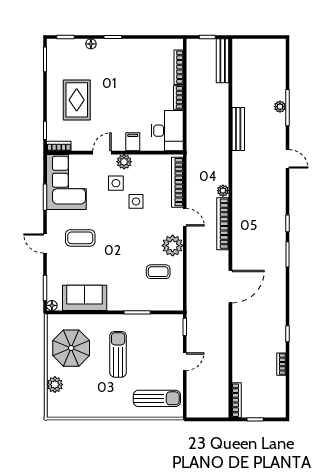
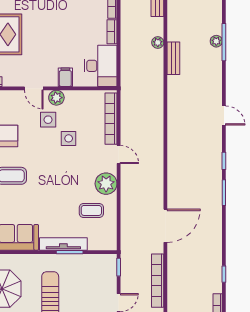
bench: (238, 129) -> (173, 58), width x0.73
door: (102, 153) -> (34, 88), swing flipped
door: (287, 159) -> (224, 115), moved
plant: (223, 191) -> (158, 42), moved
bookcase: (223, 224) -> (158, 281), moved
tv unit: (131, 304) -> (63, 244), added

